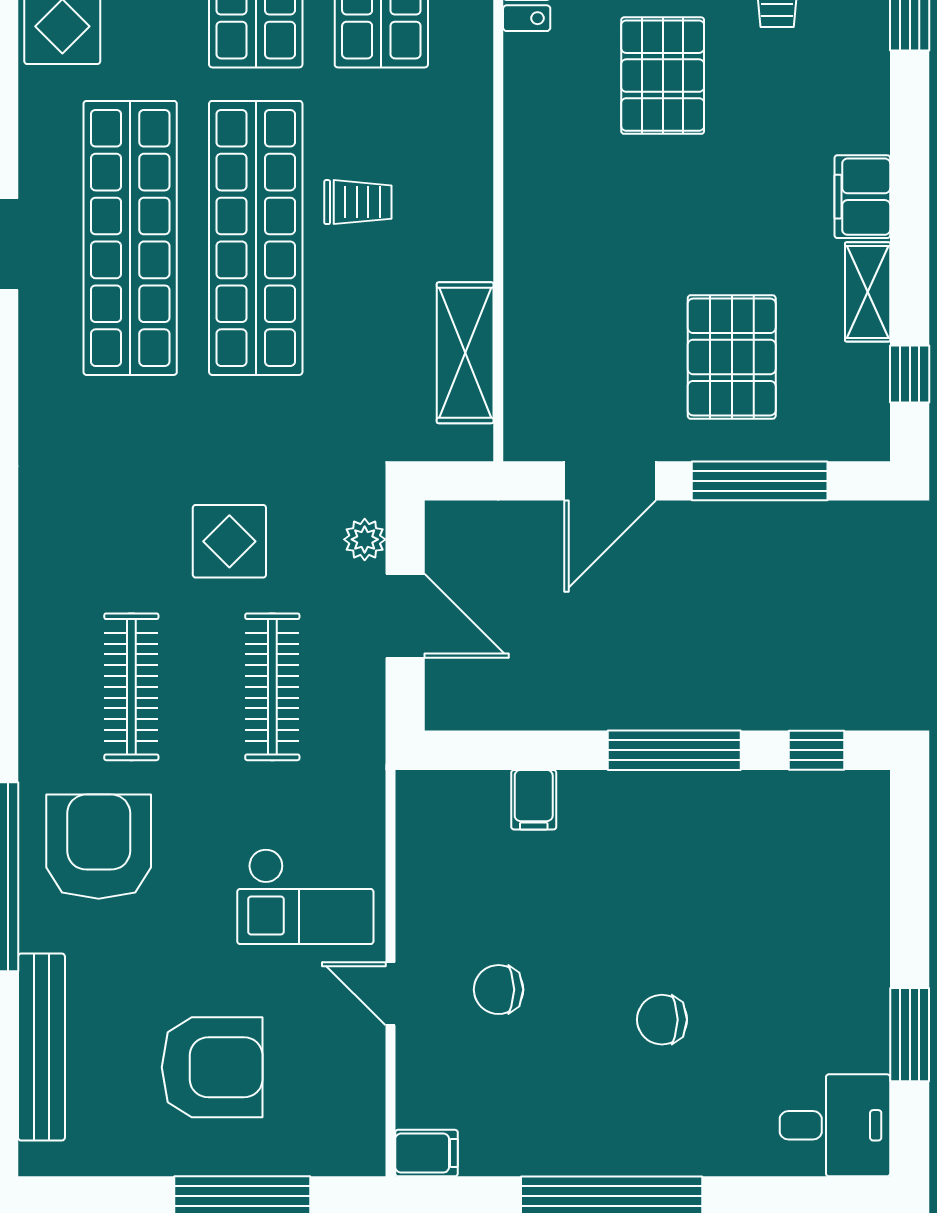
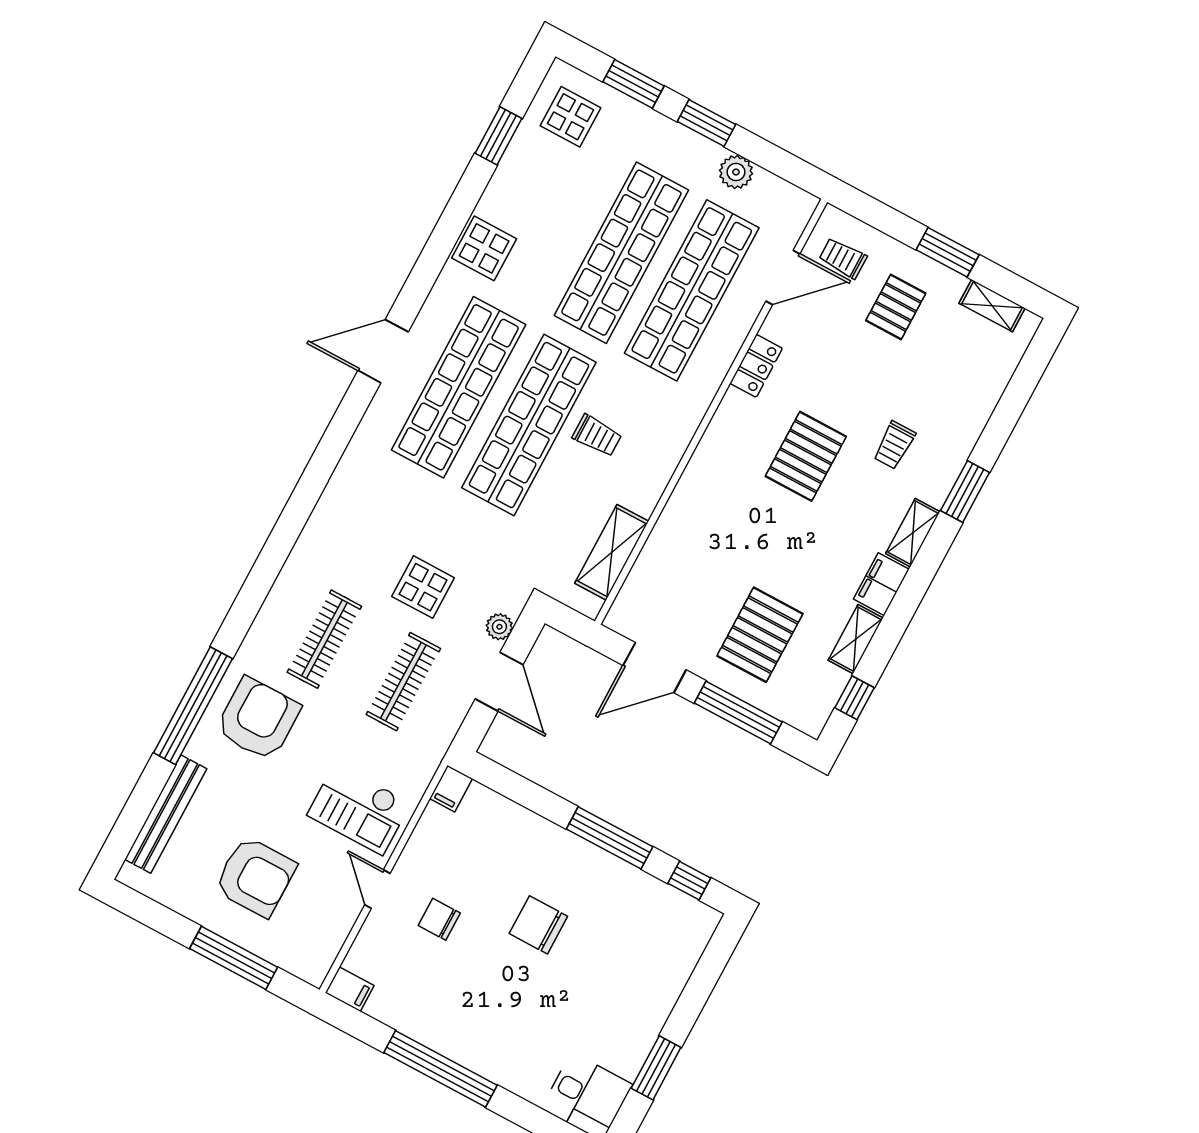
shelving: (868, 102) -> (913, 533), added
filing cabinet: (534, 800) -> (451, 789), moved
chair: (662, 1020) -> (538, 925), moved, width x1.37, depth x1.37

